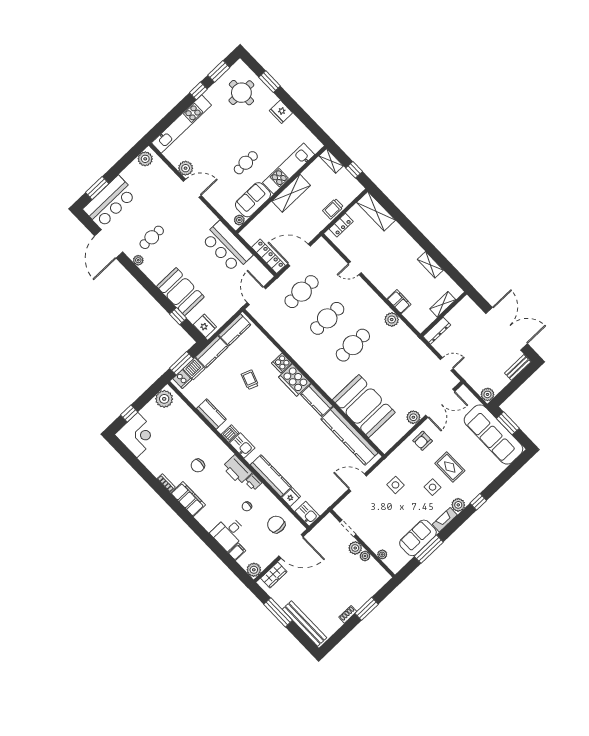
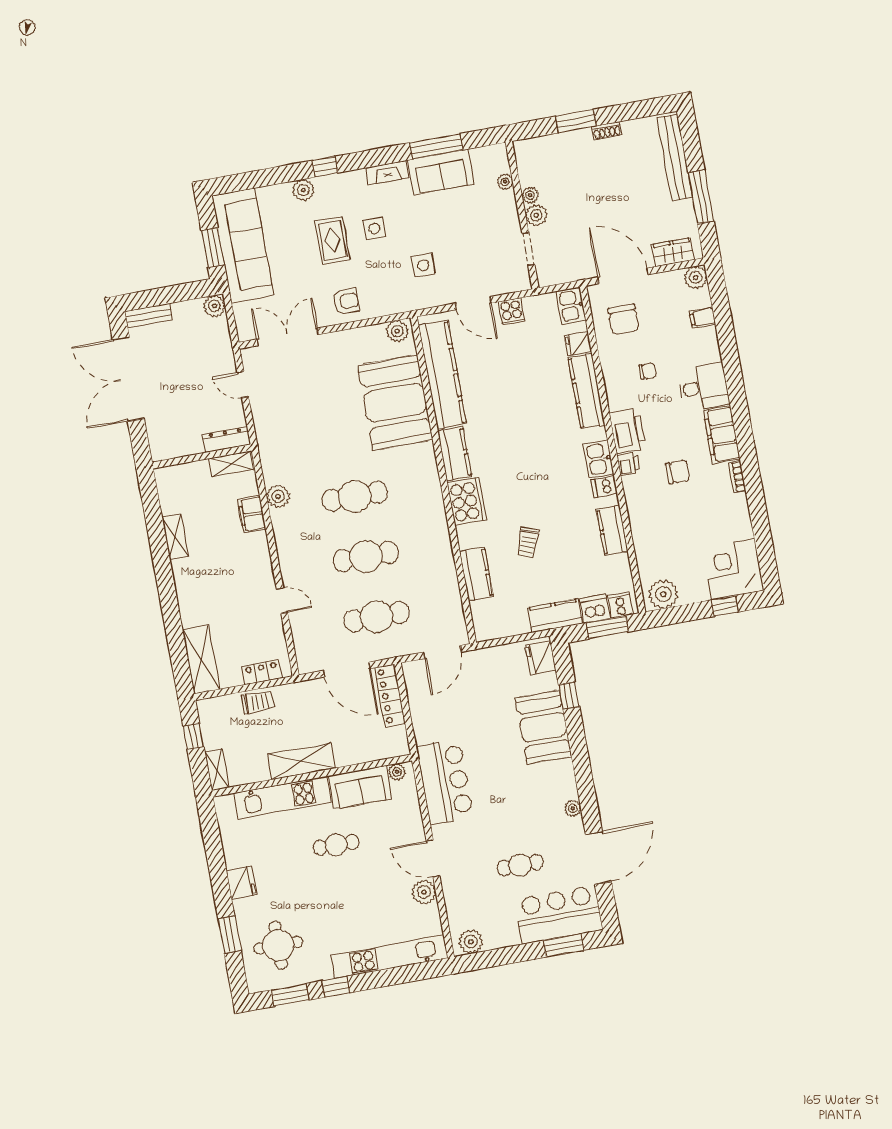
cafe table: (152, 237) -> (520, 865), moved
bar counter: (227, 247) -> (445, 782), moved
shelving: (443, 304) -> (231, 464), moved
kitchen counter: (235, 330) -> (476, 574), moved, turned 90
cooker: (282, 363) -> (511, 312), moved, turned 90
plant: (413, 417) -> (397, 331), moved
printer: (253, 482) -> (628, 464), moved
plant: (458, 505) -> (303, 190), moved
desk: (228, 533) -> (703, 387), moved

